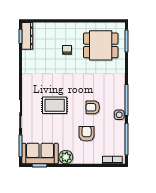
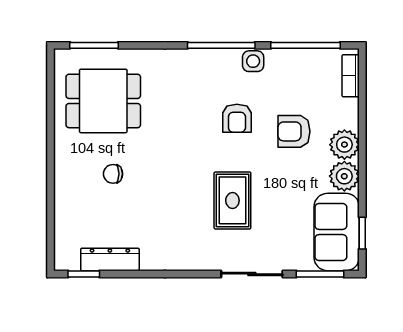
dresser: (27, 36) -> (110, 259), moved
dining table: (101, 45) -> (103, 101), turned 90
plant: (81, 157) -> (344, 145), added

